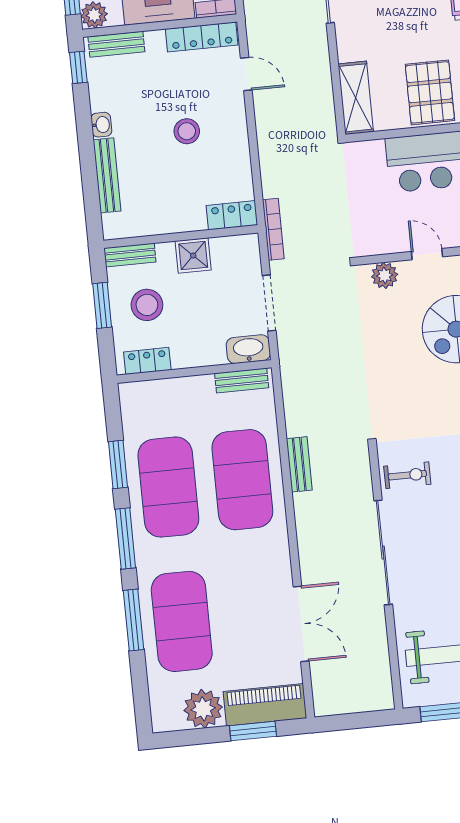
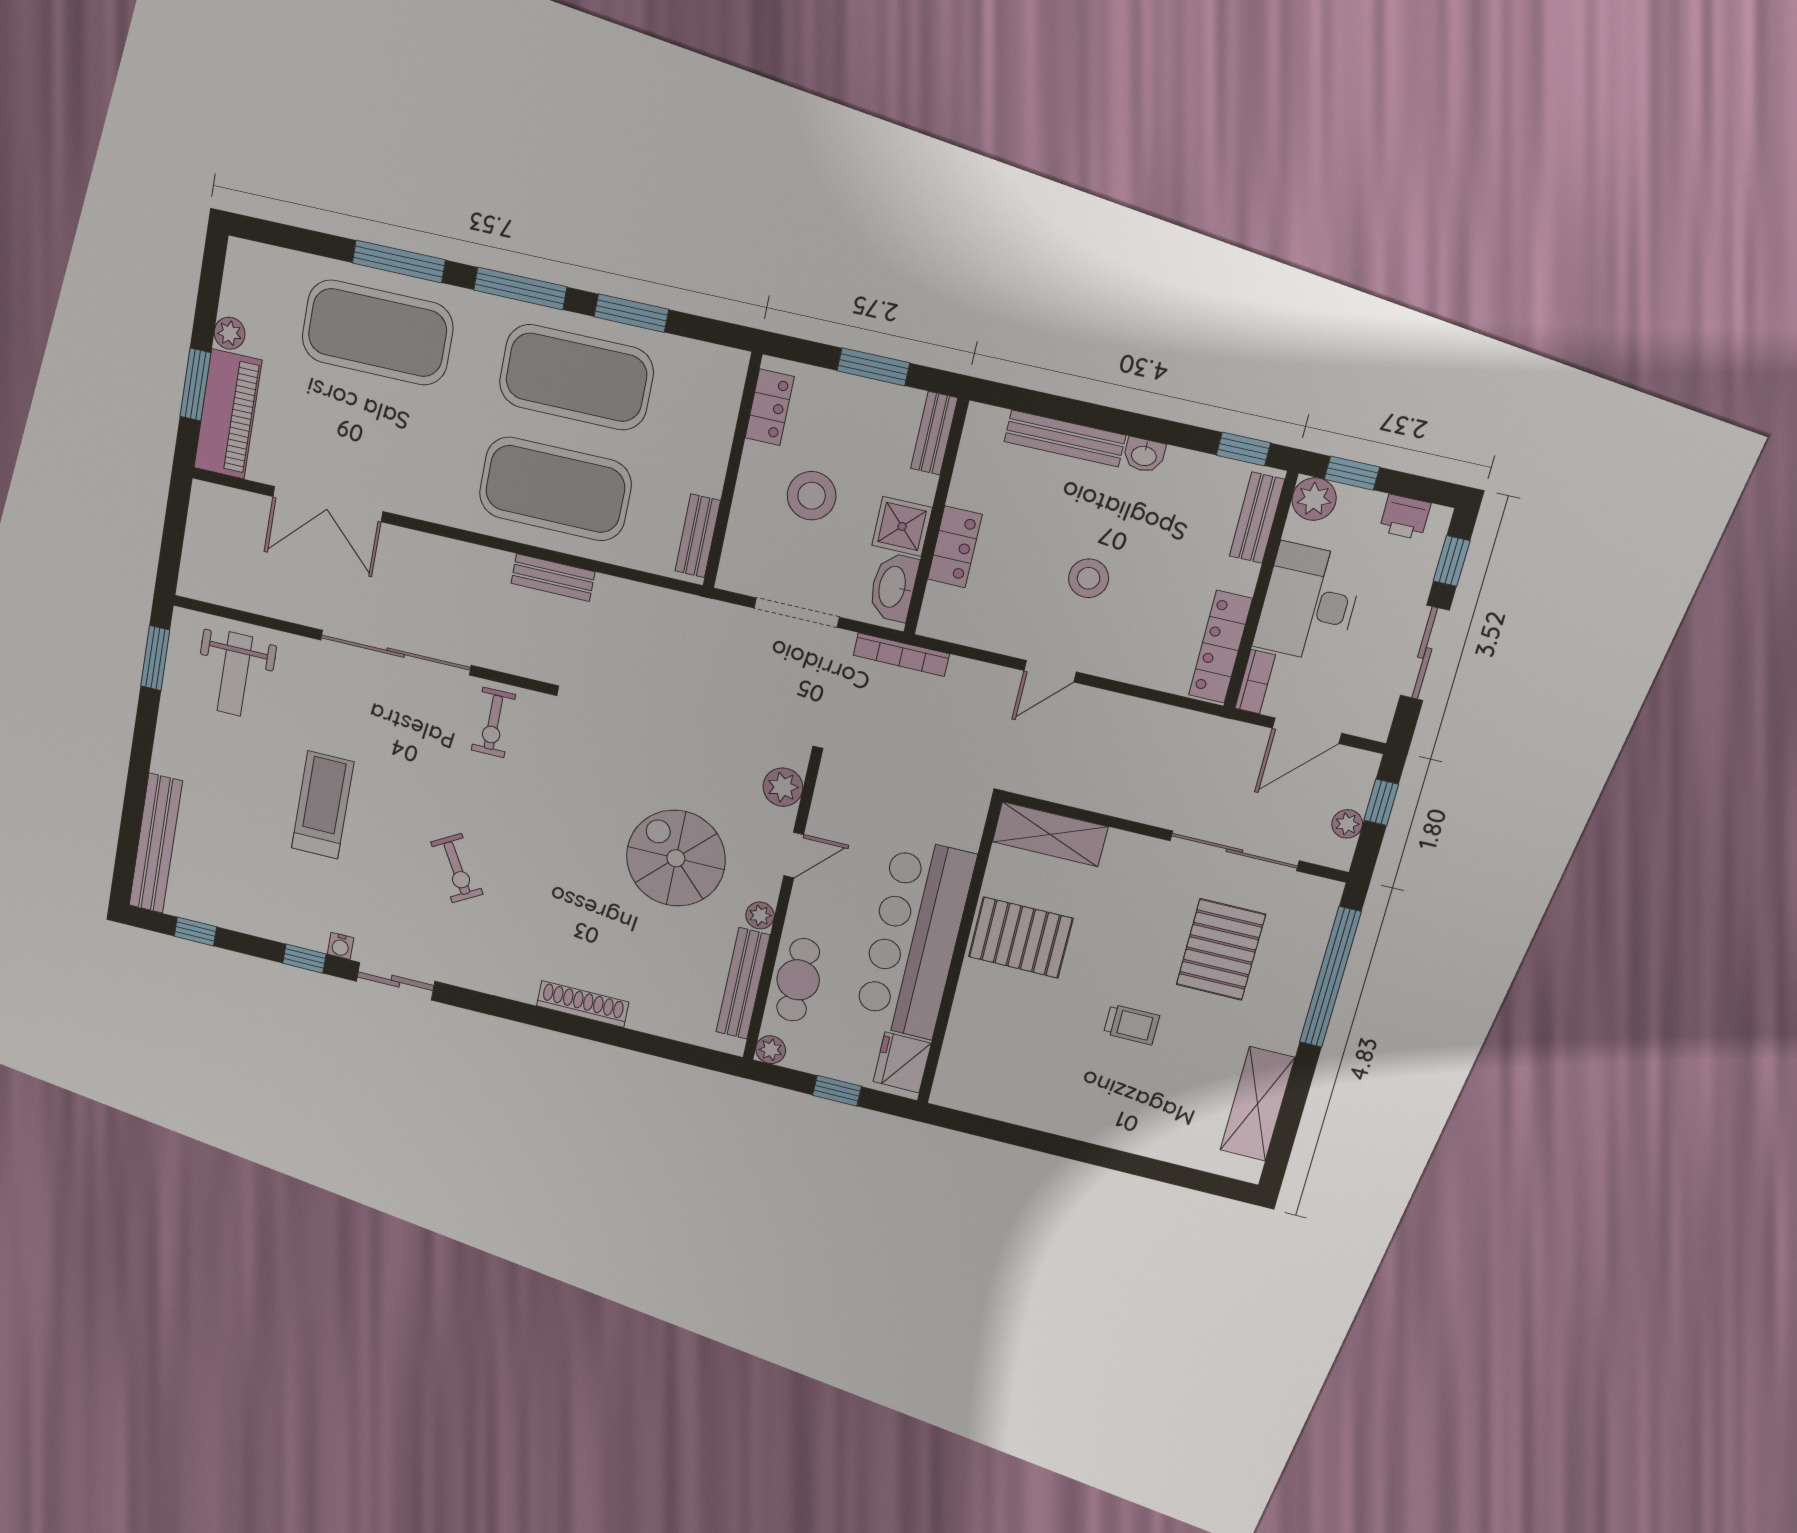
door: (246, 74) -> (1050, 671), moved
locker: (232, 215) -> (955, 547), moved
stool: (147, 305) -> (812, 496), moved
washbasin: (248, 349) -> (893, 587), moved, turned 180
plant: (203, 709) -> (230, 333), width x0.53, depth x0.53

